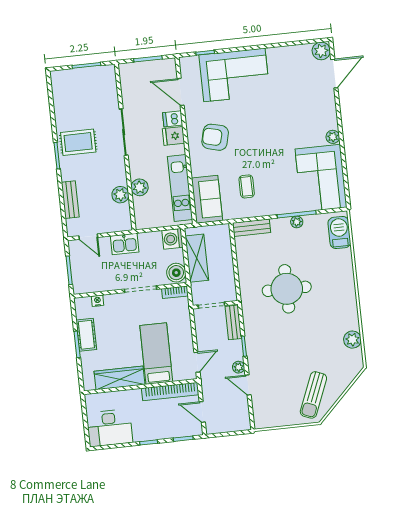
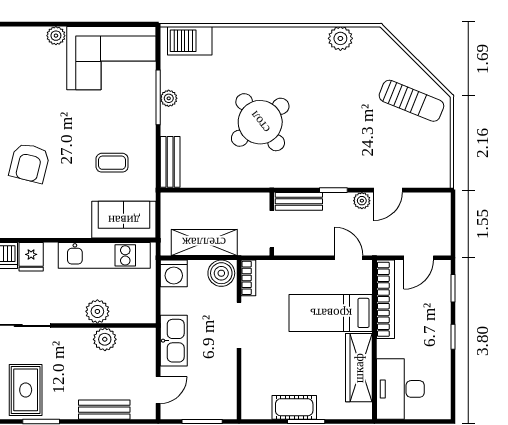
armchair: (215, 137) -> (29, 163), moved
kitchen sink: (125, 244) -> (174, 341), width x1.38
round table: (287, 289) -> (260, 122), turned -38
nightstand: (98, 301) -> (249, 387), removed
desk: (109, 428) -> (400, 389), moved, turned 180

